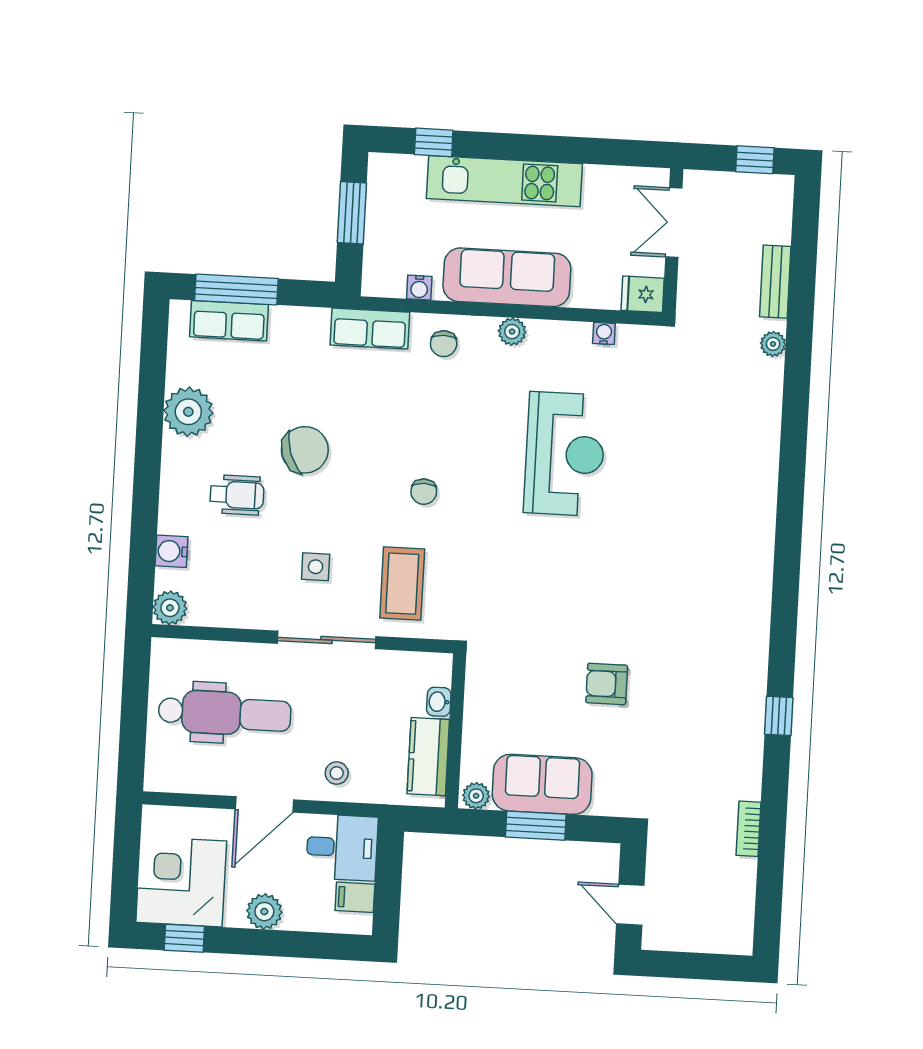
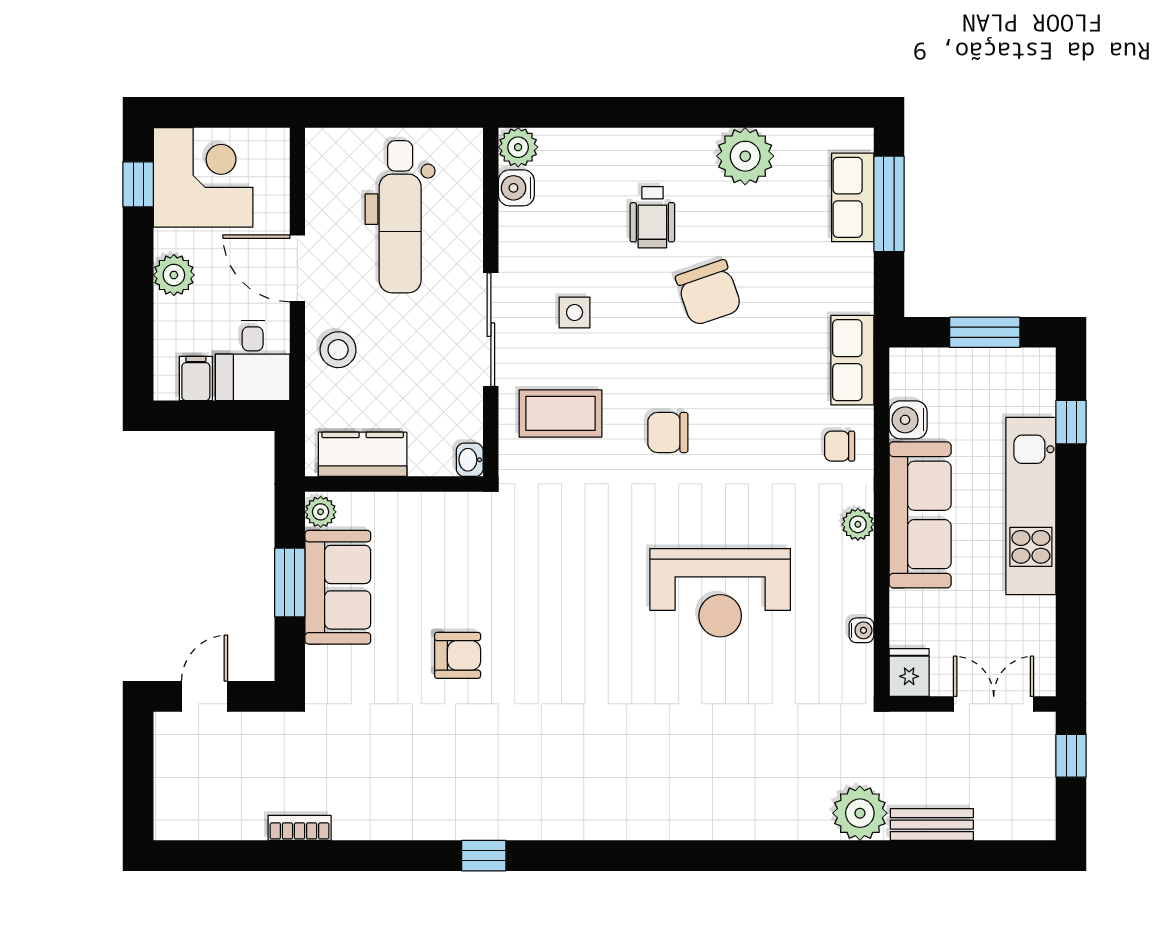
window: (755, 160) -> (1071, 756), moved
water cooler: (419, 288) -> (908, 420), width x1.38, depth x1.38
plant: (773, 344) -> (860, 813), width x1.88, depth x1.88
chair: (424, 492) -> (668, 432), width x1.37, depth x1.37
water cooler: (171, 551) -> (516, 188), moved, turned -90
armchair: (607, 684) -> (458, 655), turned 90
washbasin: (439, 702) -> (470, 460), moved, turned -90
window: (779, 716) -> (484, 856), moved
stool: (337, 773) -> (338, 350), width x1.37, depth x1.37

